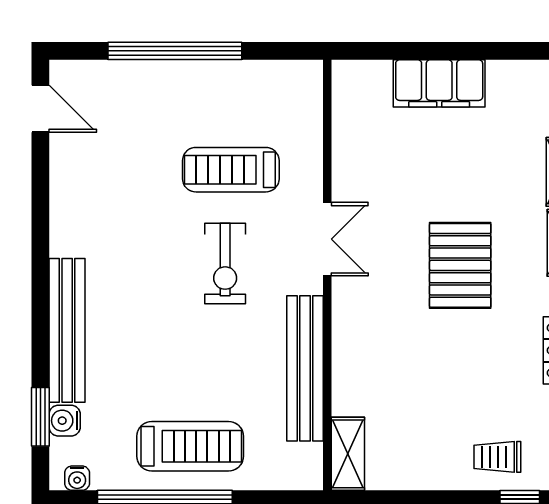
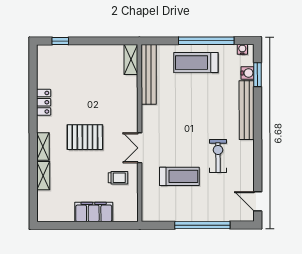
exercise bike: (225, 263) -> (218, 156), moved
pallet: (460, 265) -> (85, 137), turned 90
bench: (305, 368) -> (149, 74), moved
trolley: (497, 457) -> (118, 178), moved

